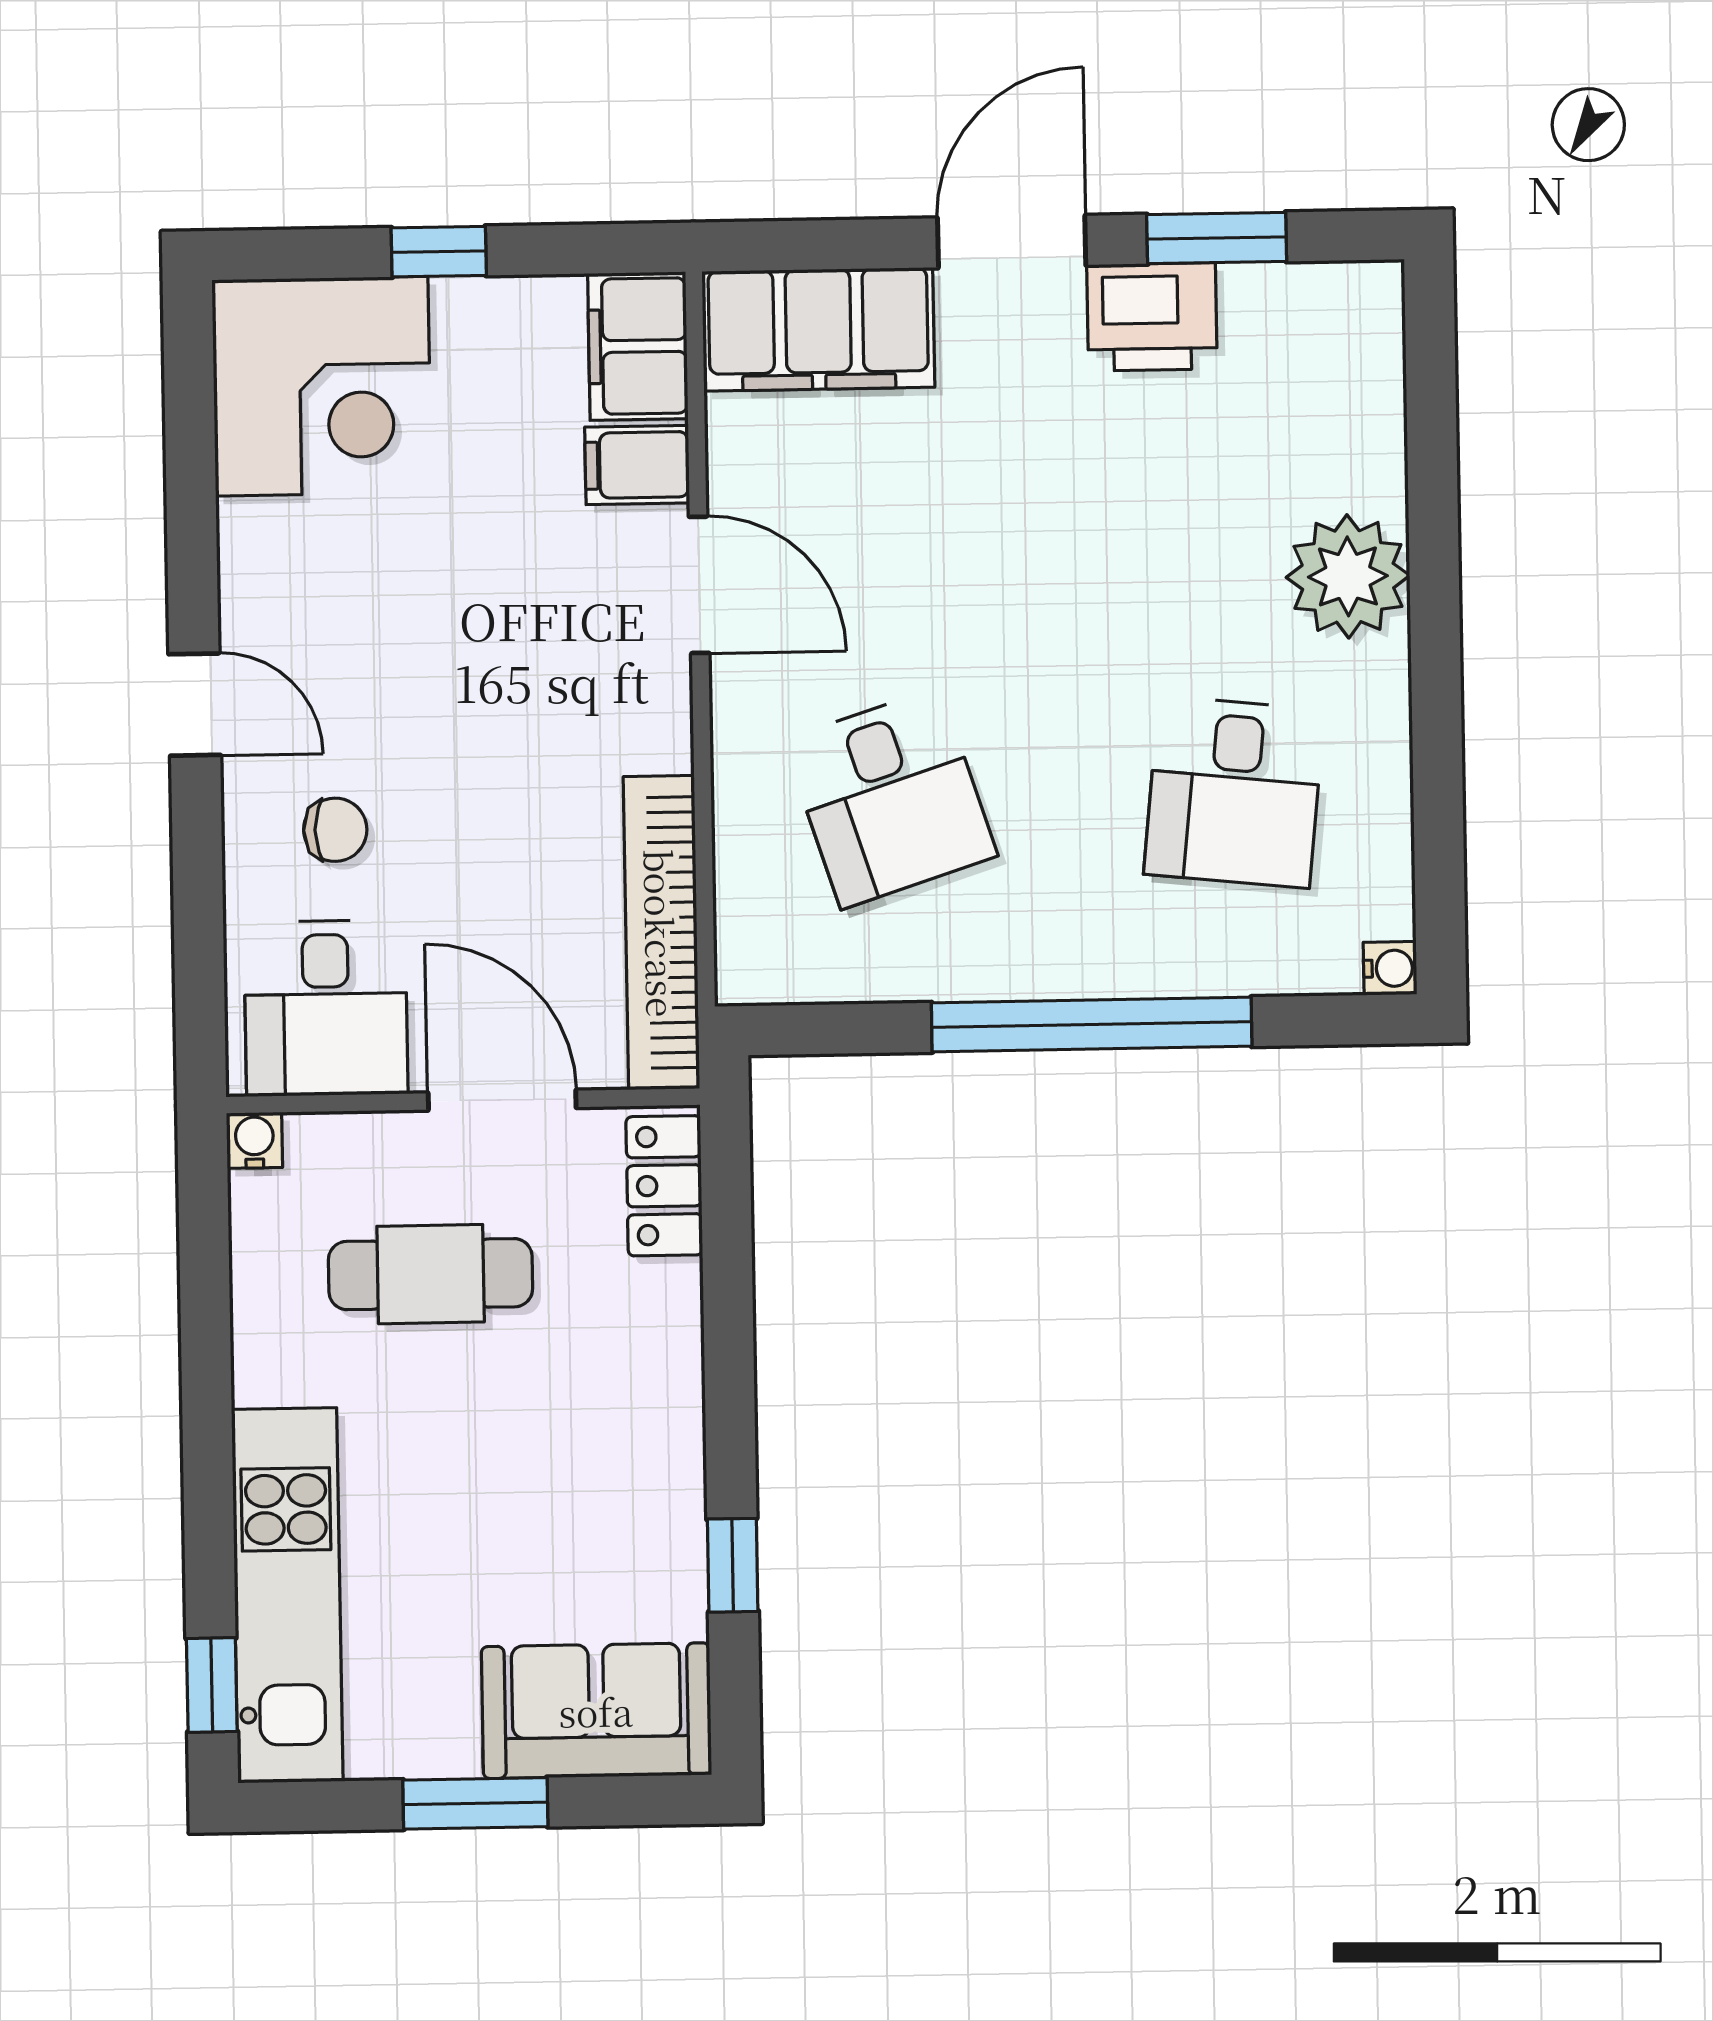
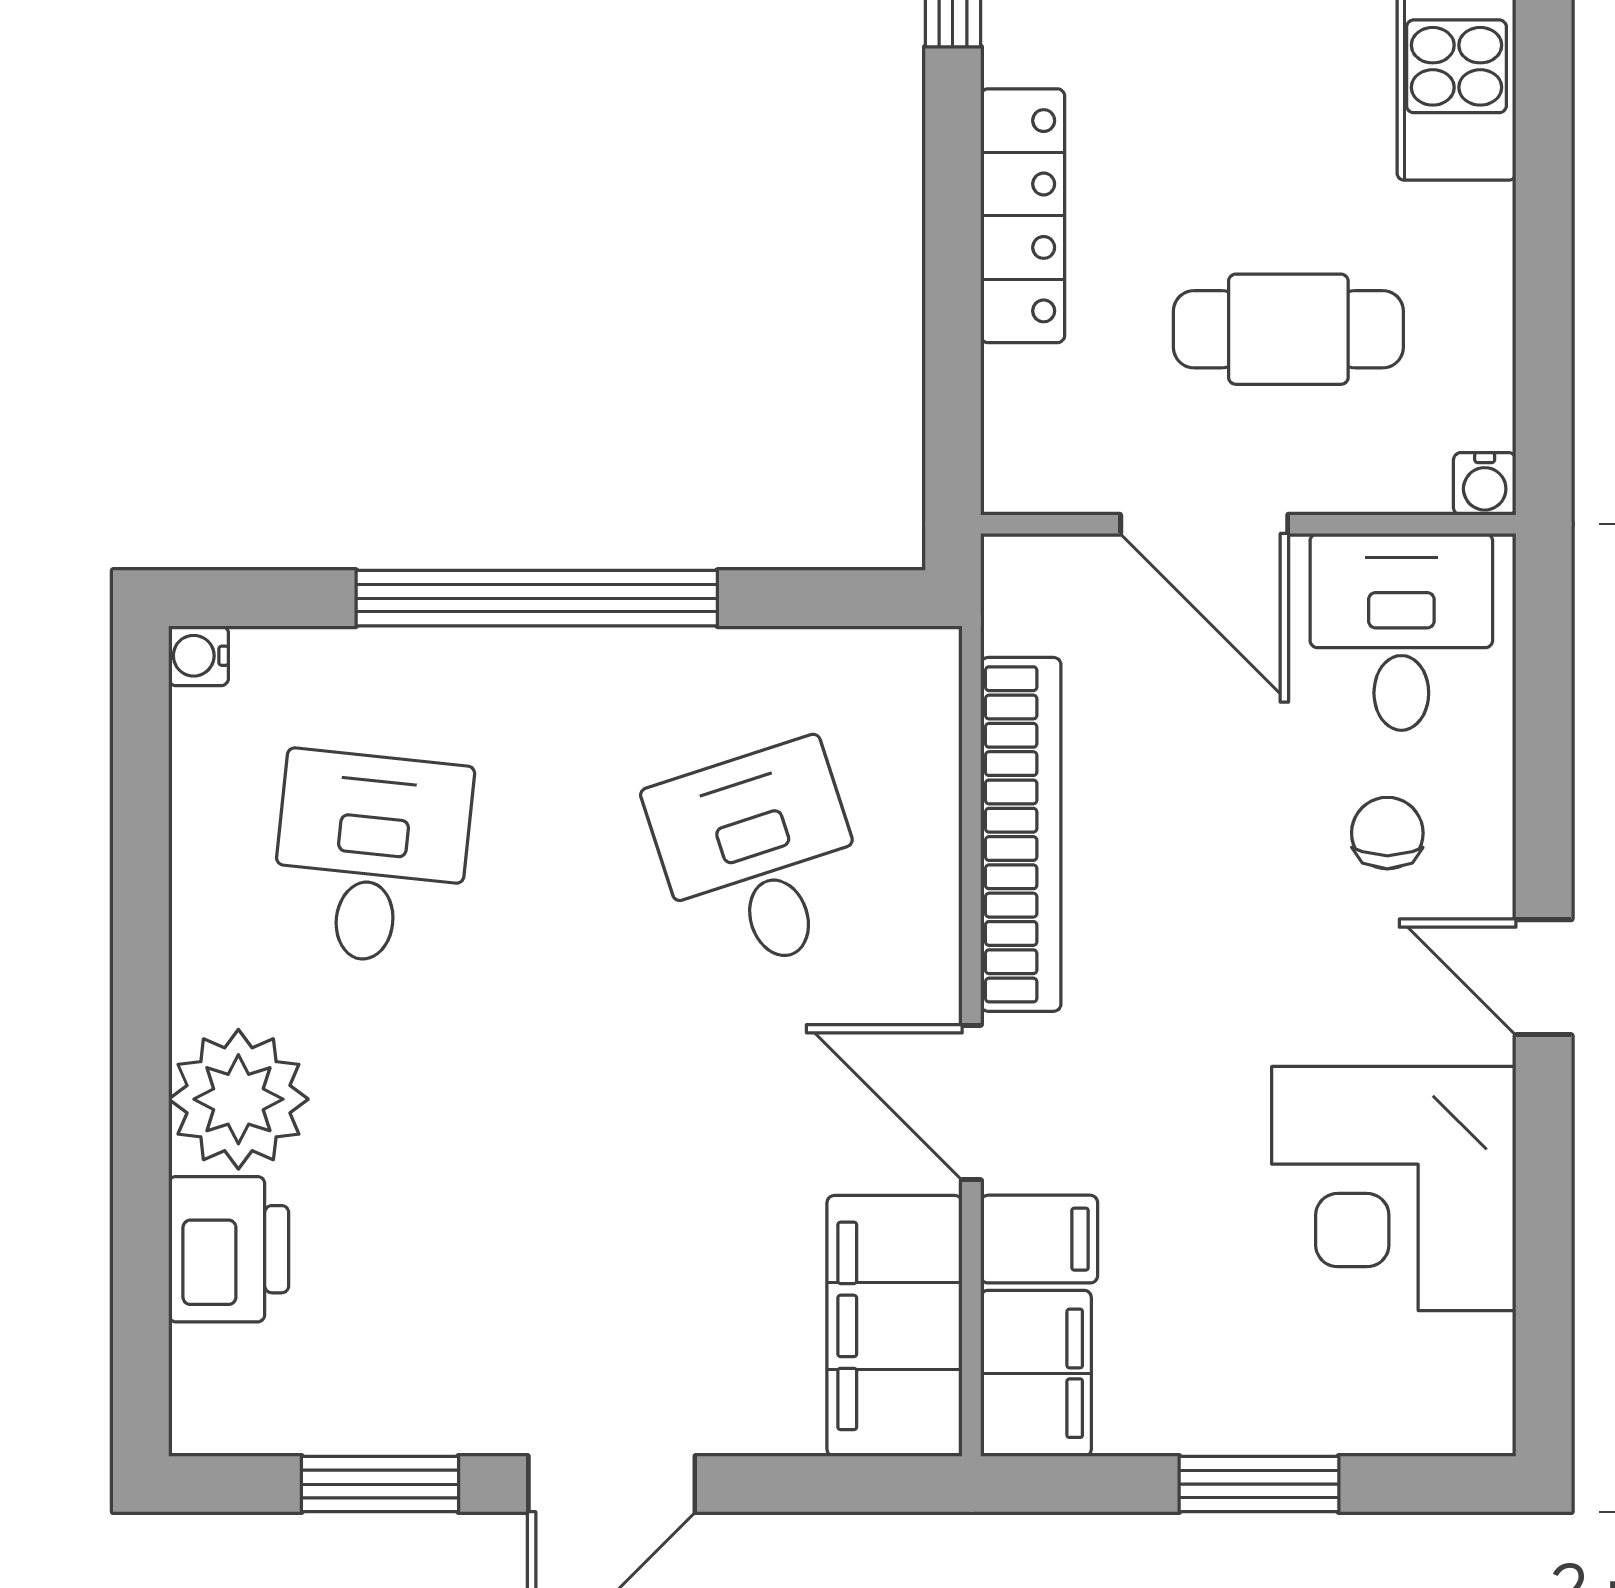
window: (439, 252) -> (1259, 1484), width x1.50
printer: (1152, 317) -> (229, 1249), moved, turned 90
filing cabinet: (818, 329) -> (895, 1326), moved, turned -90
corner desk: (322, 386) -> (1394, 1189), moved, turned -90
chair: (335, 830) -> (1387, 833), turned 90
bookcase: (661, 933) -> (1021, 834), moved
locker: (664, 1186) -> (1023, 216), moved, width x1.53

